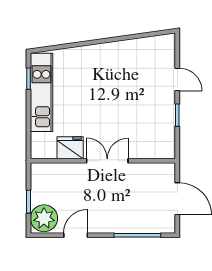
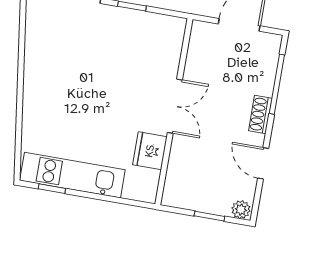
double door: (107, 161) -> (175, 106), swing flipped
plant: (44, 218) -> (241, 210), width x0.53, depth x0.53
shoe rack: (112, 227) -> (260, 114), added

